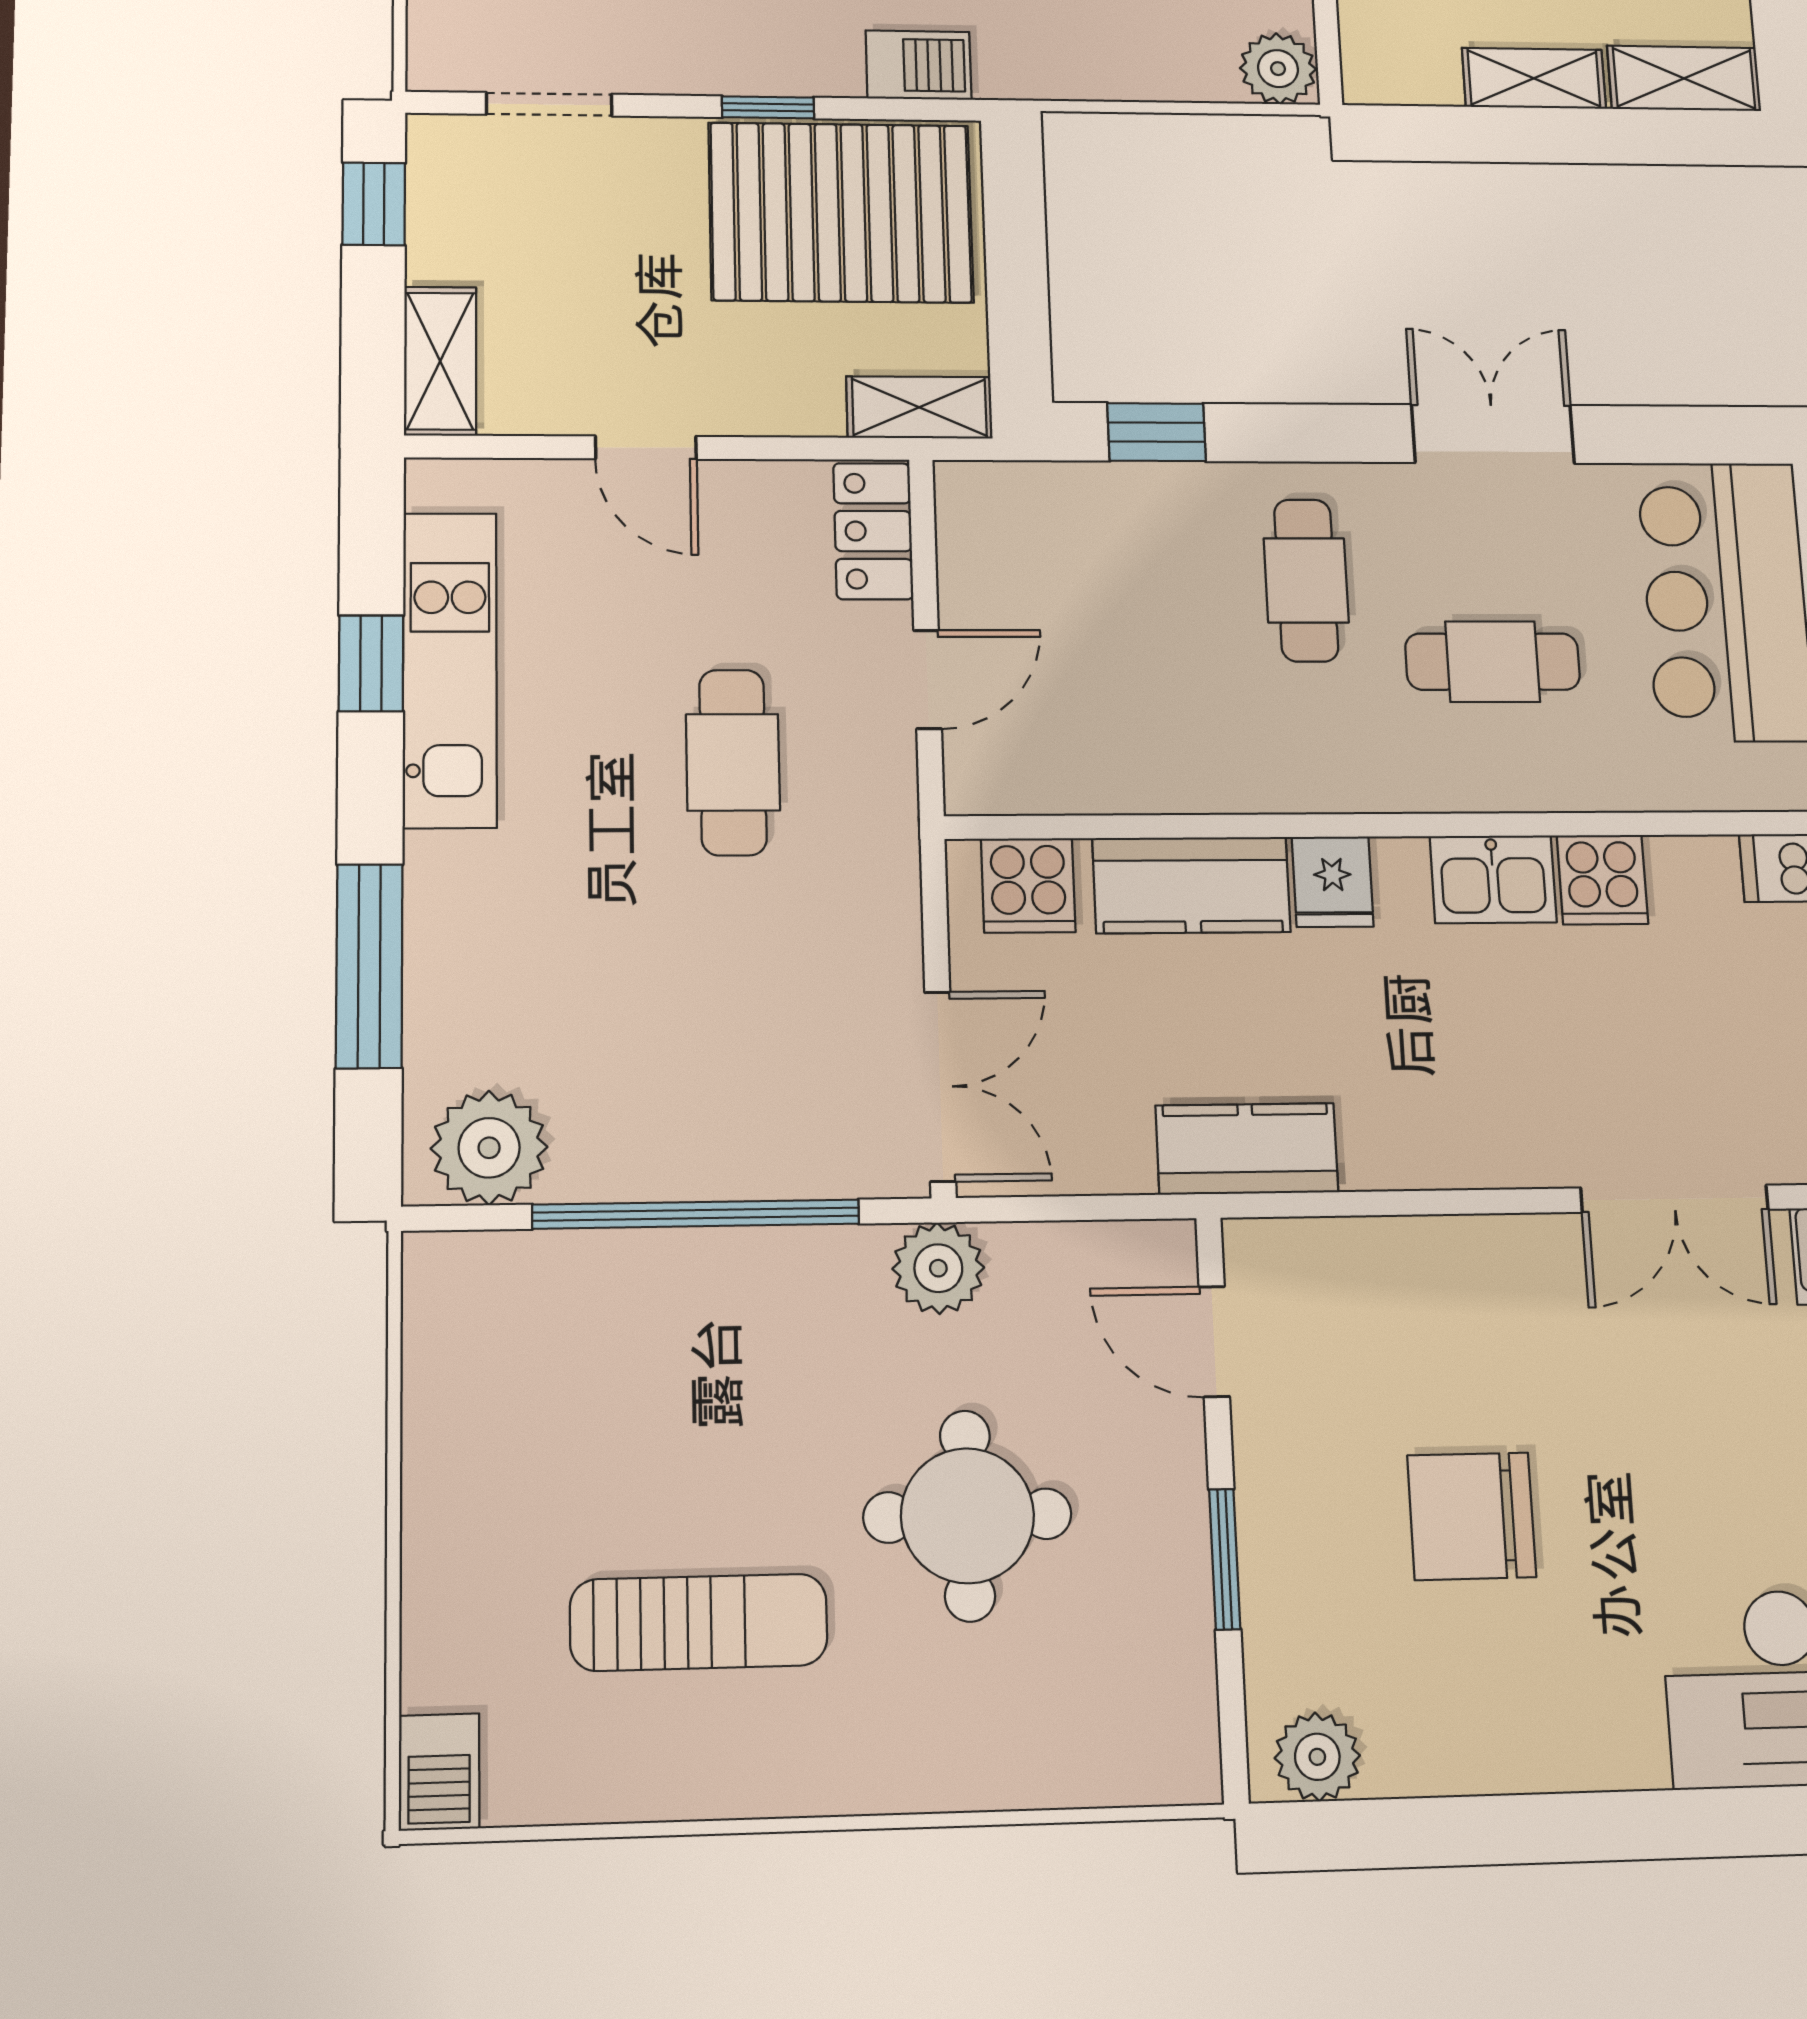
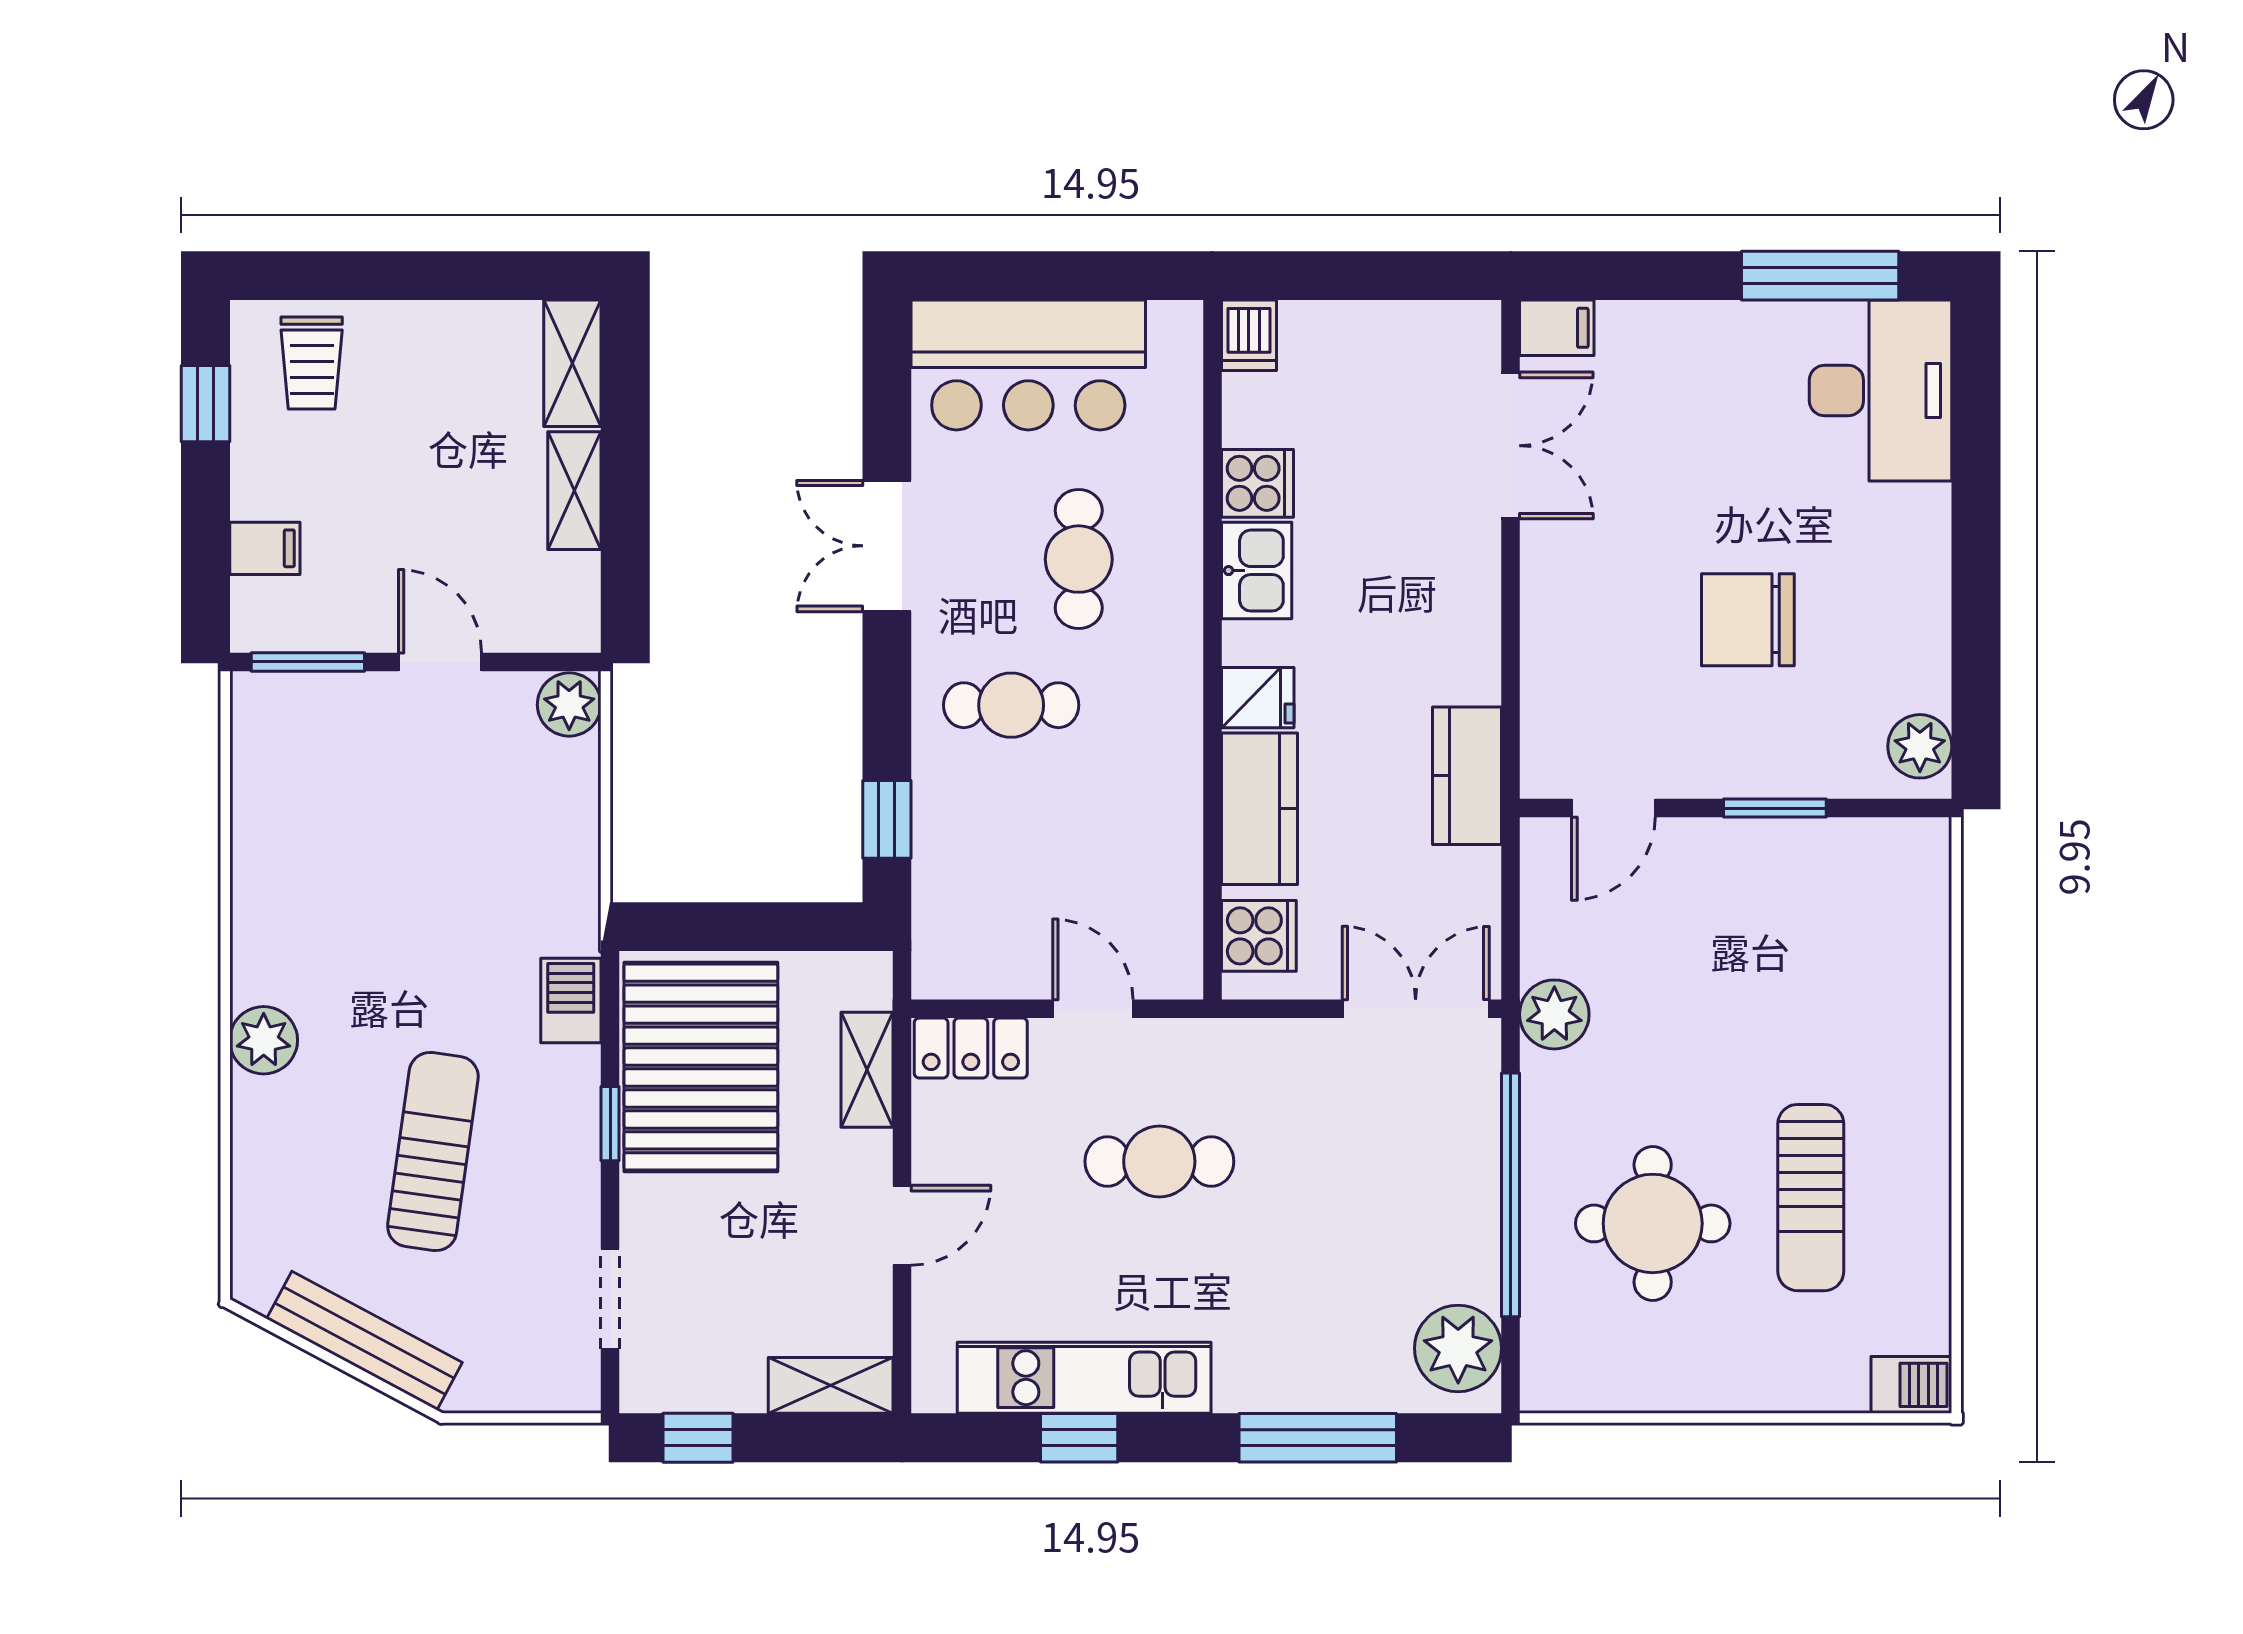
shelving: (919, 407) -> (867, 1070), moved
round table: (967, 1516) -> (1653, 1223), moved
chair: (1472, 1516) -> (1748, 620), turned 90
sun lounger: (699, 1622) -> (1811, 1198), turned 180

